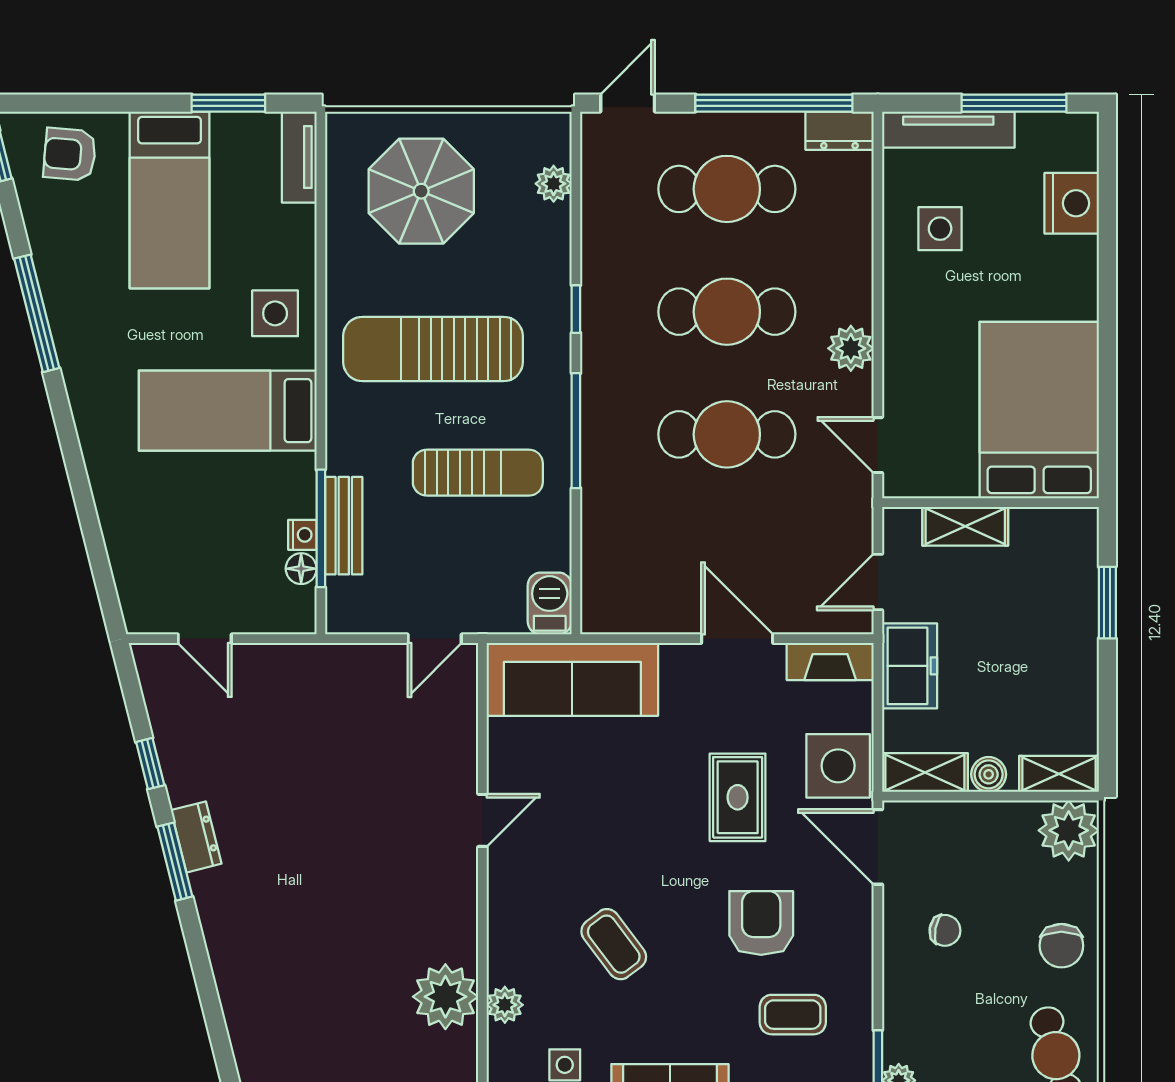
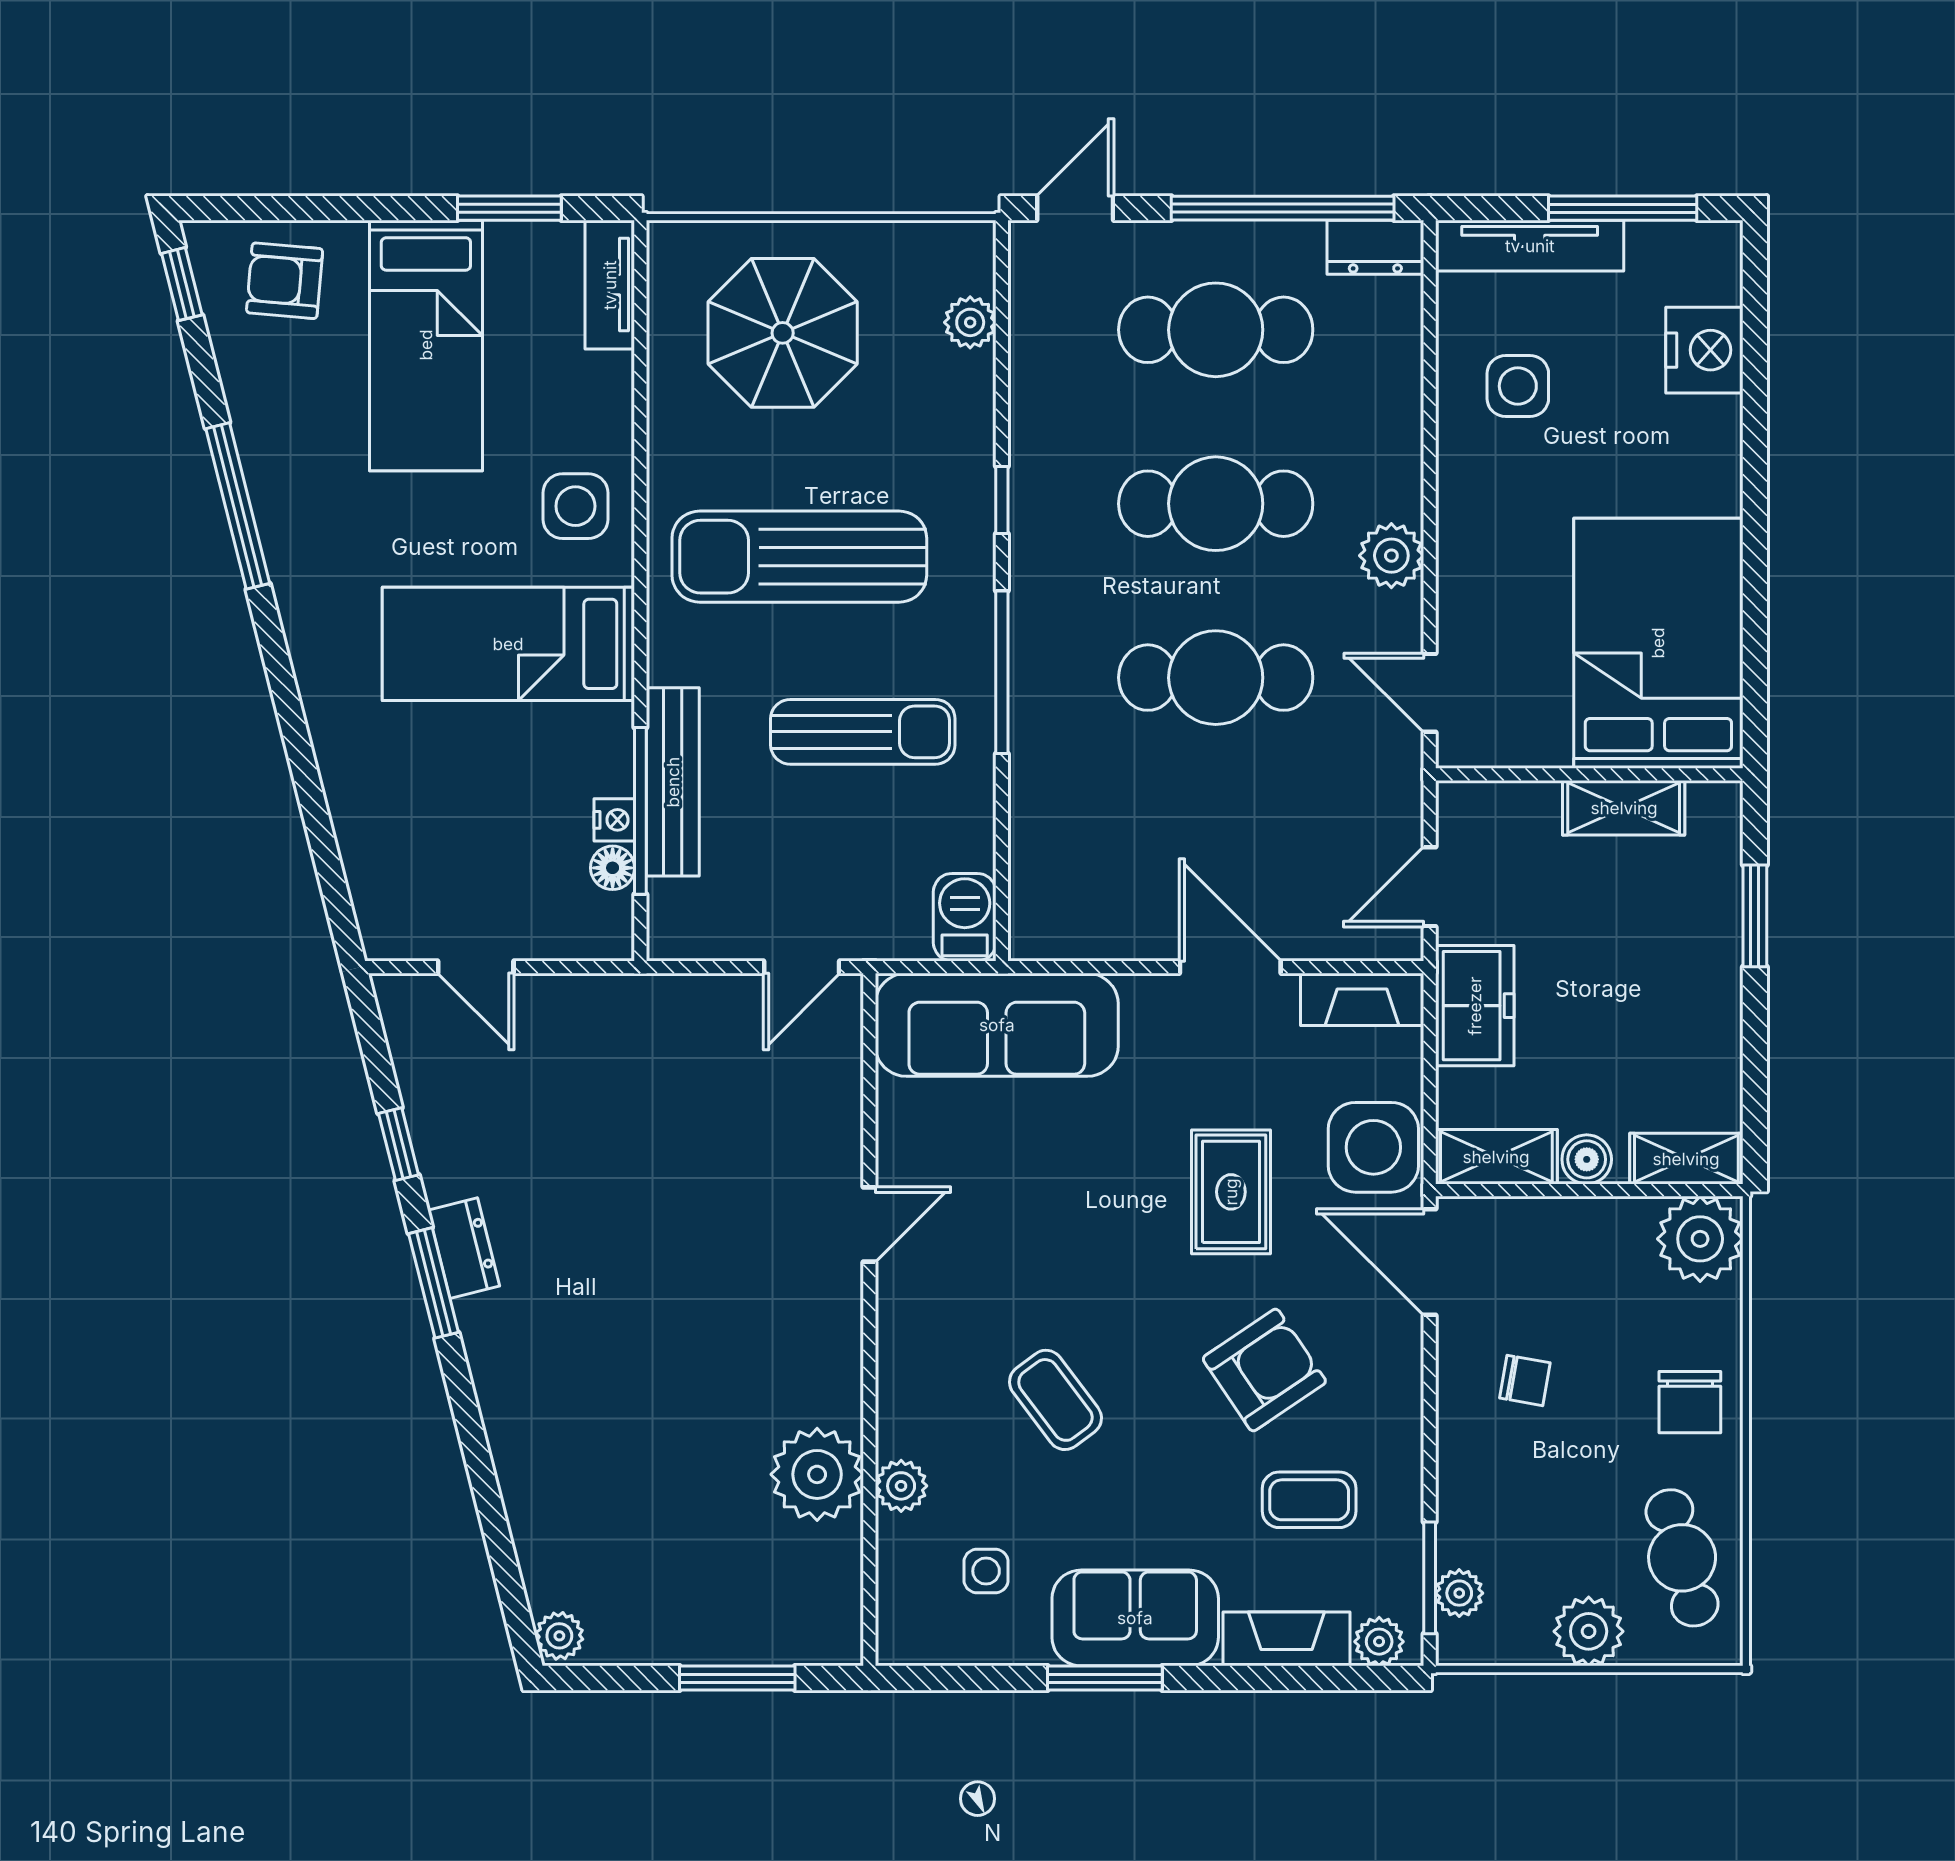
bench: (344, 526) -> (673, 782), width x1.36
shelving: (965, 526) -> (1624, 808), moved
armchair: (761, 923) -> (1264, 1370), turned 56

